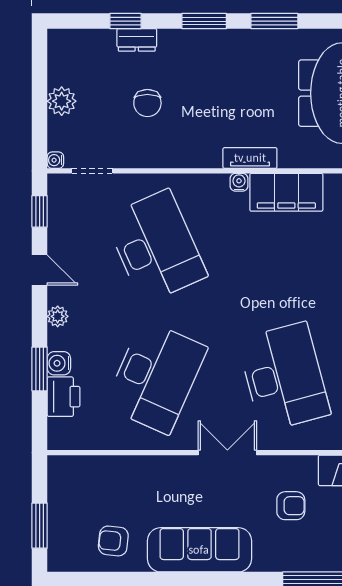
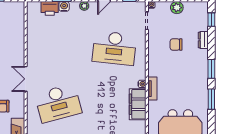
window: (126, 21) -> (211, 20), moved
desk: (156, 247) -> (114, 48), turned 30
desk: (156, 377) -> (58, 48), removed
double door: (227, 453) -> (26, 79), swing flipped

